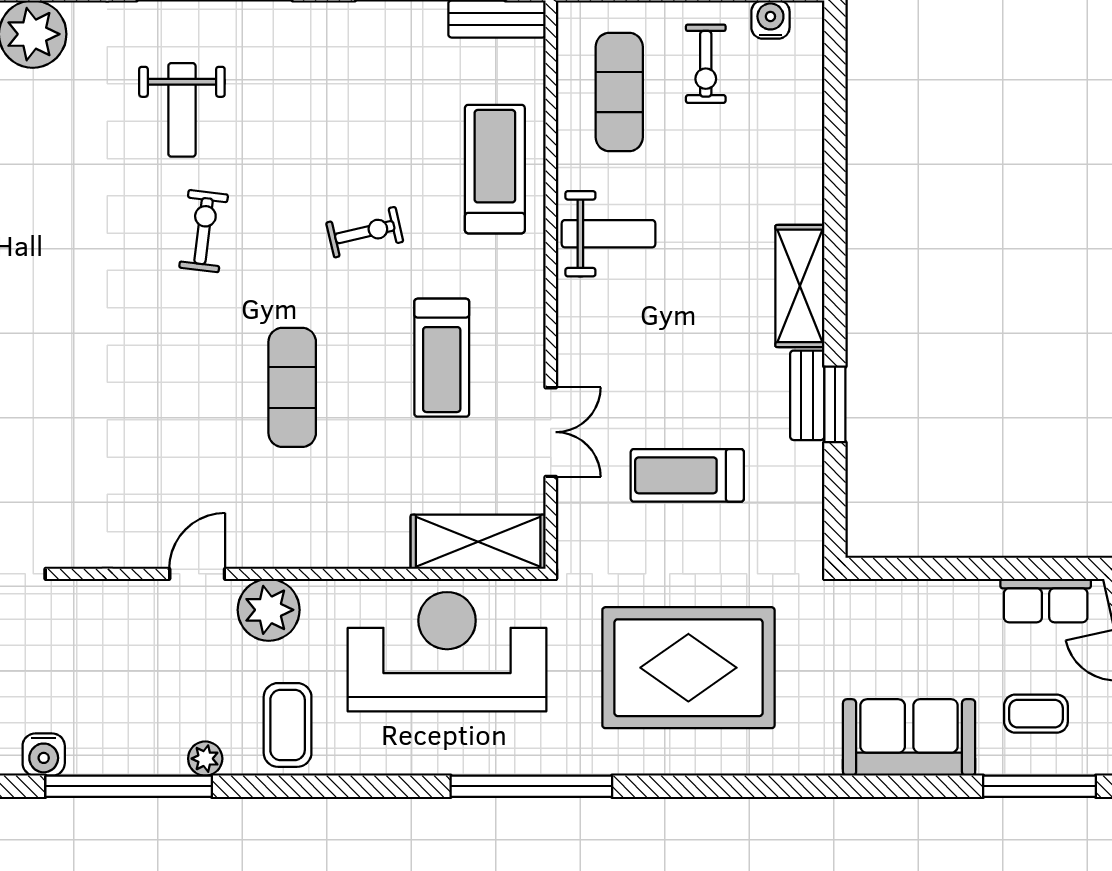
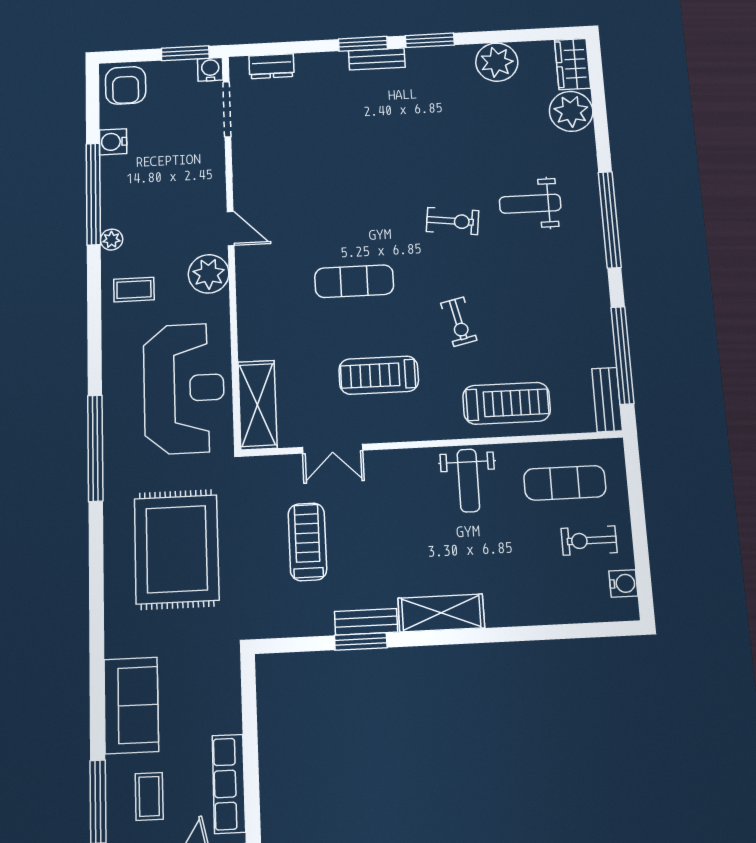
row of seats: (1046, 601) -> (229, 784), width x1.48
coffee table: (288, 725) -> (134, 290), width x0.73, depth x0.77

